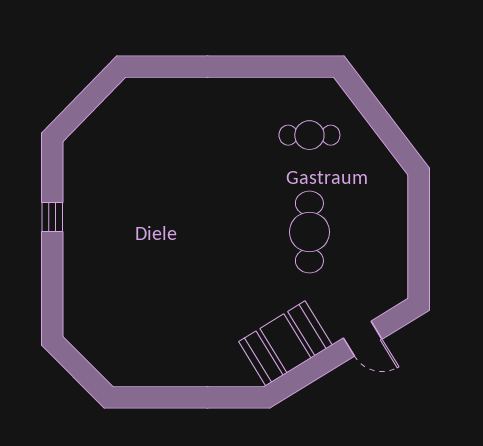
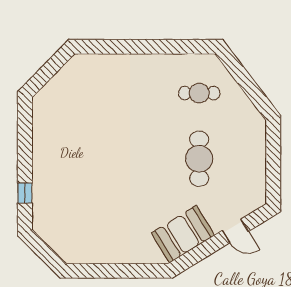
window: (52, 217) -> (25, 193), moved

